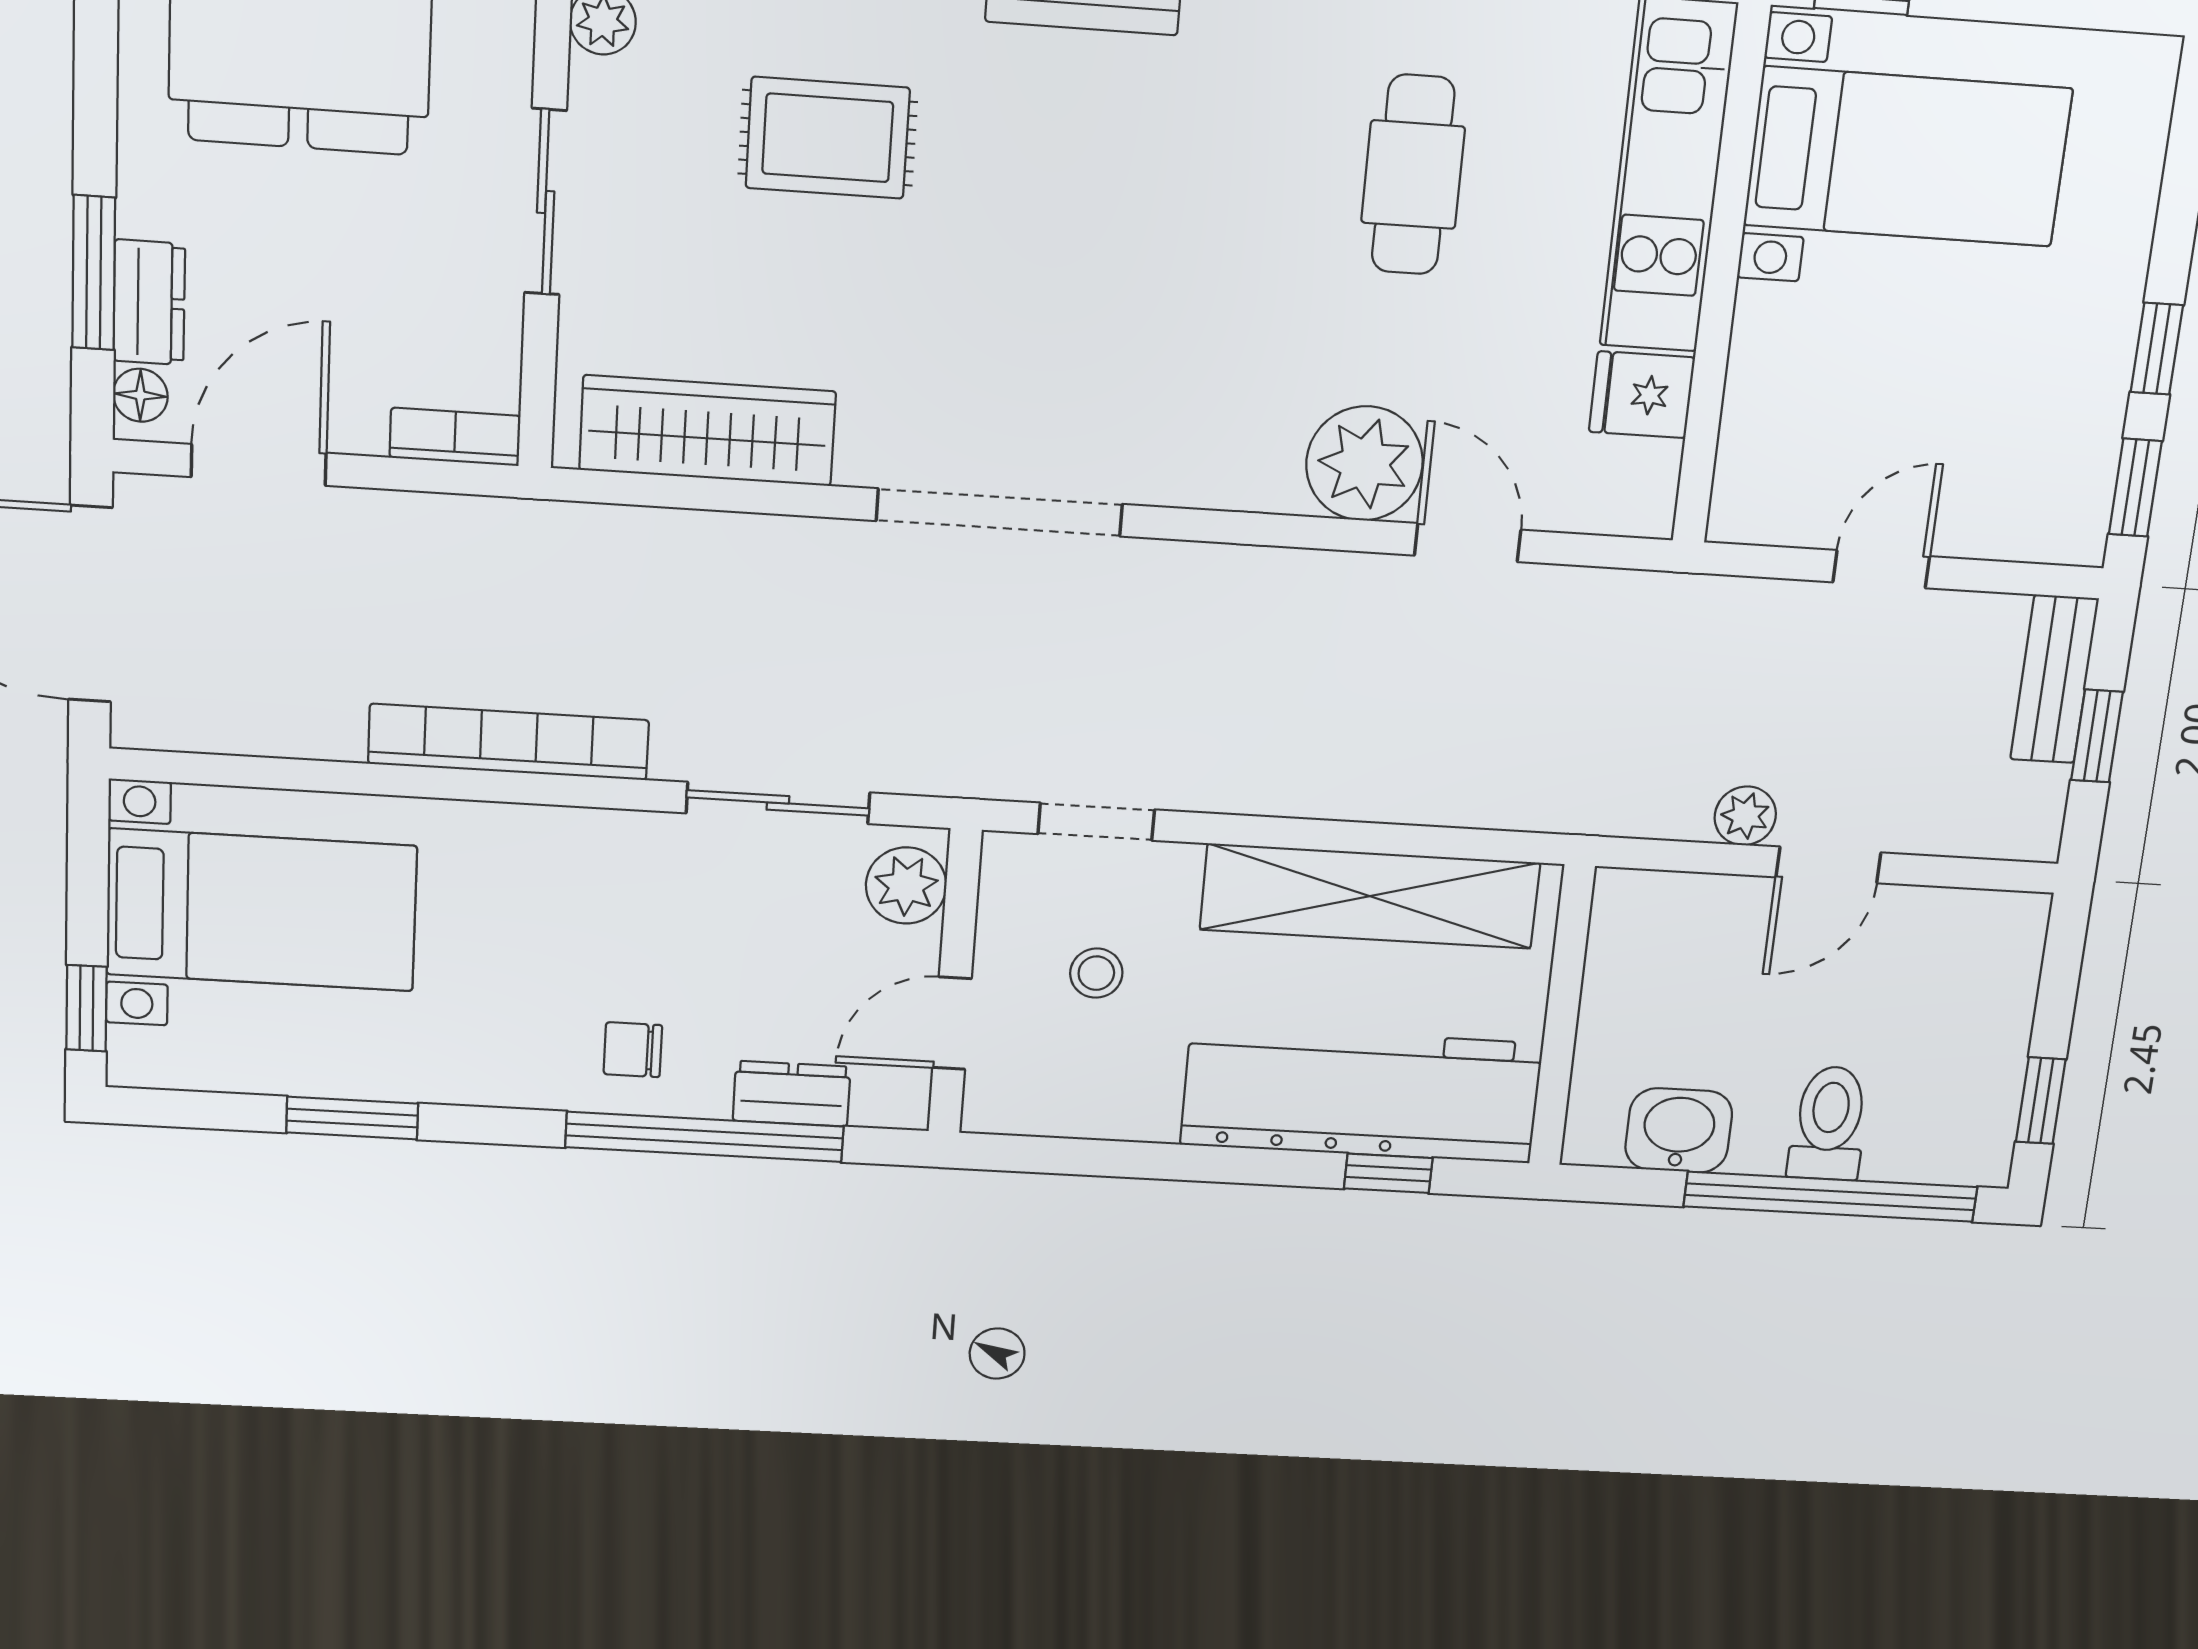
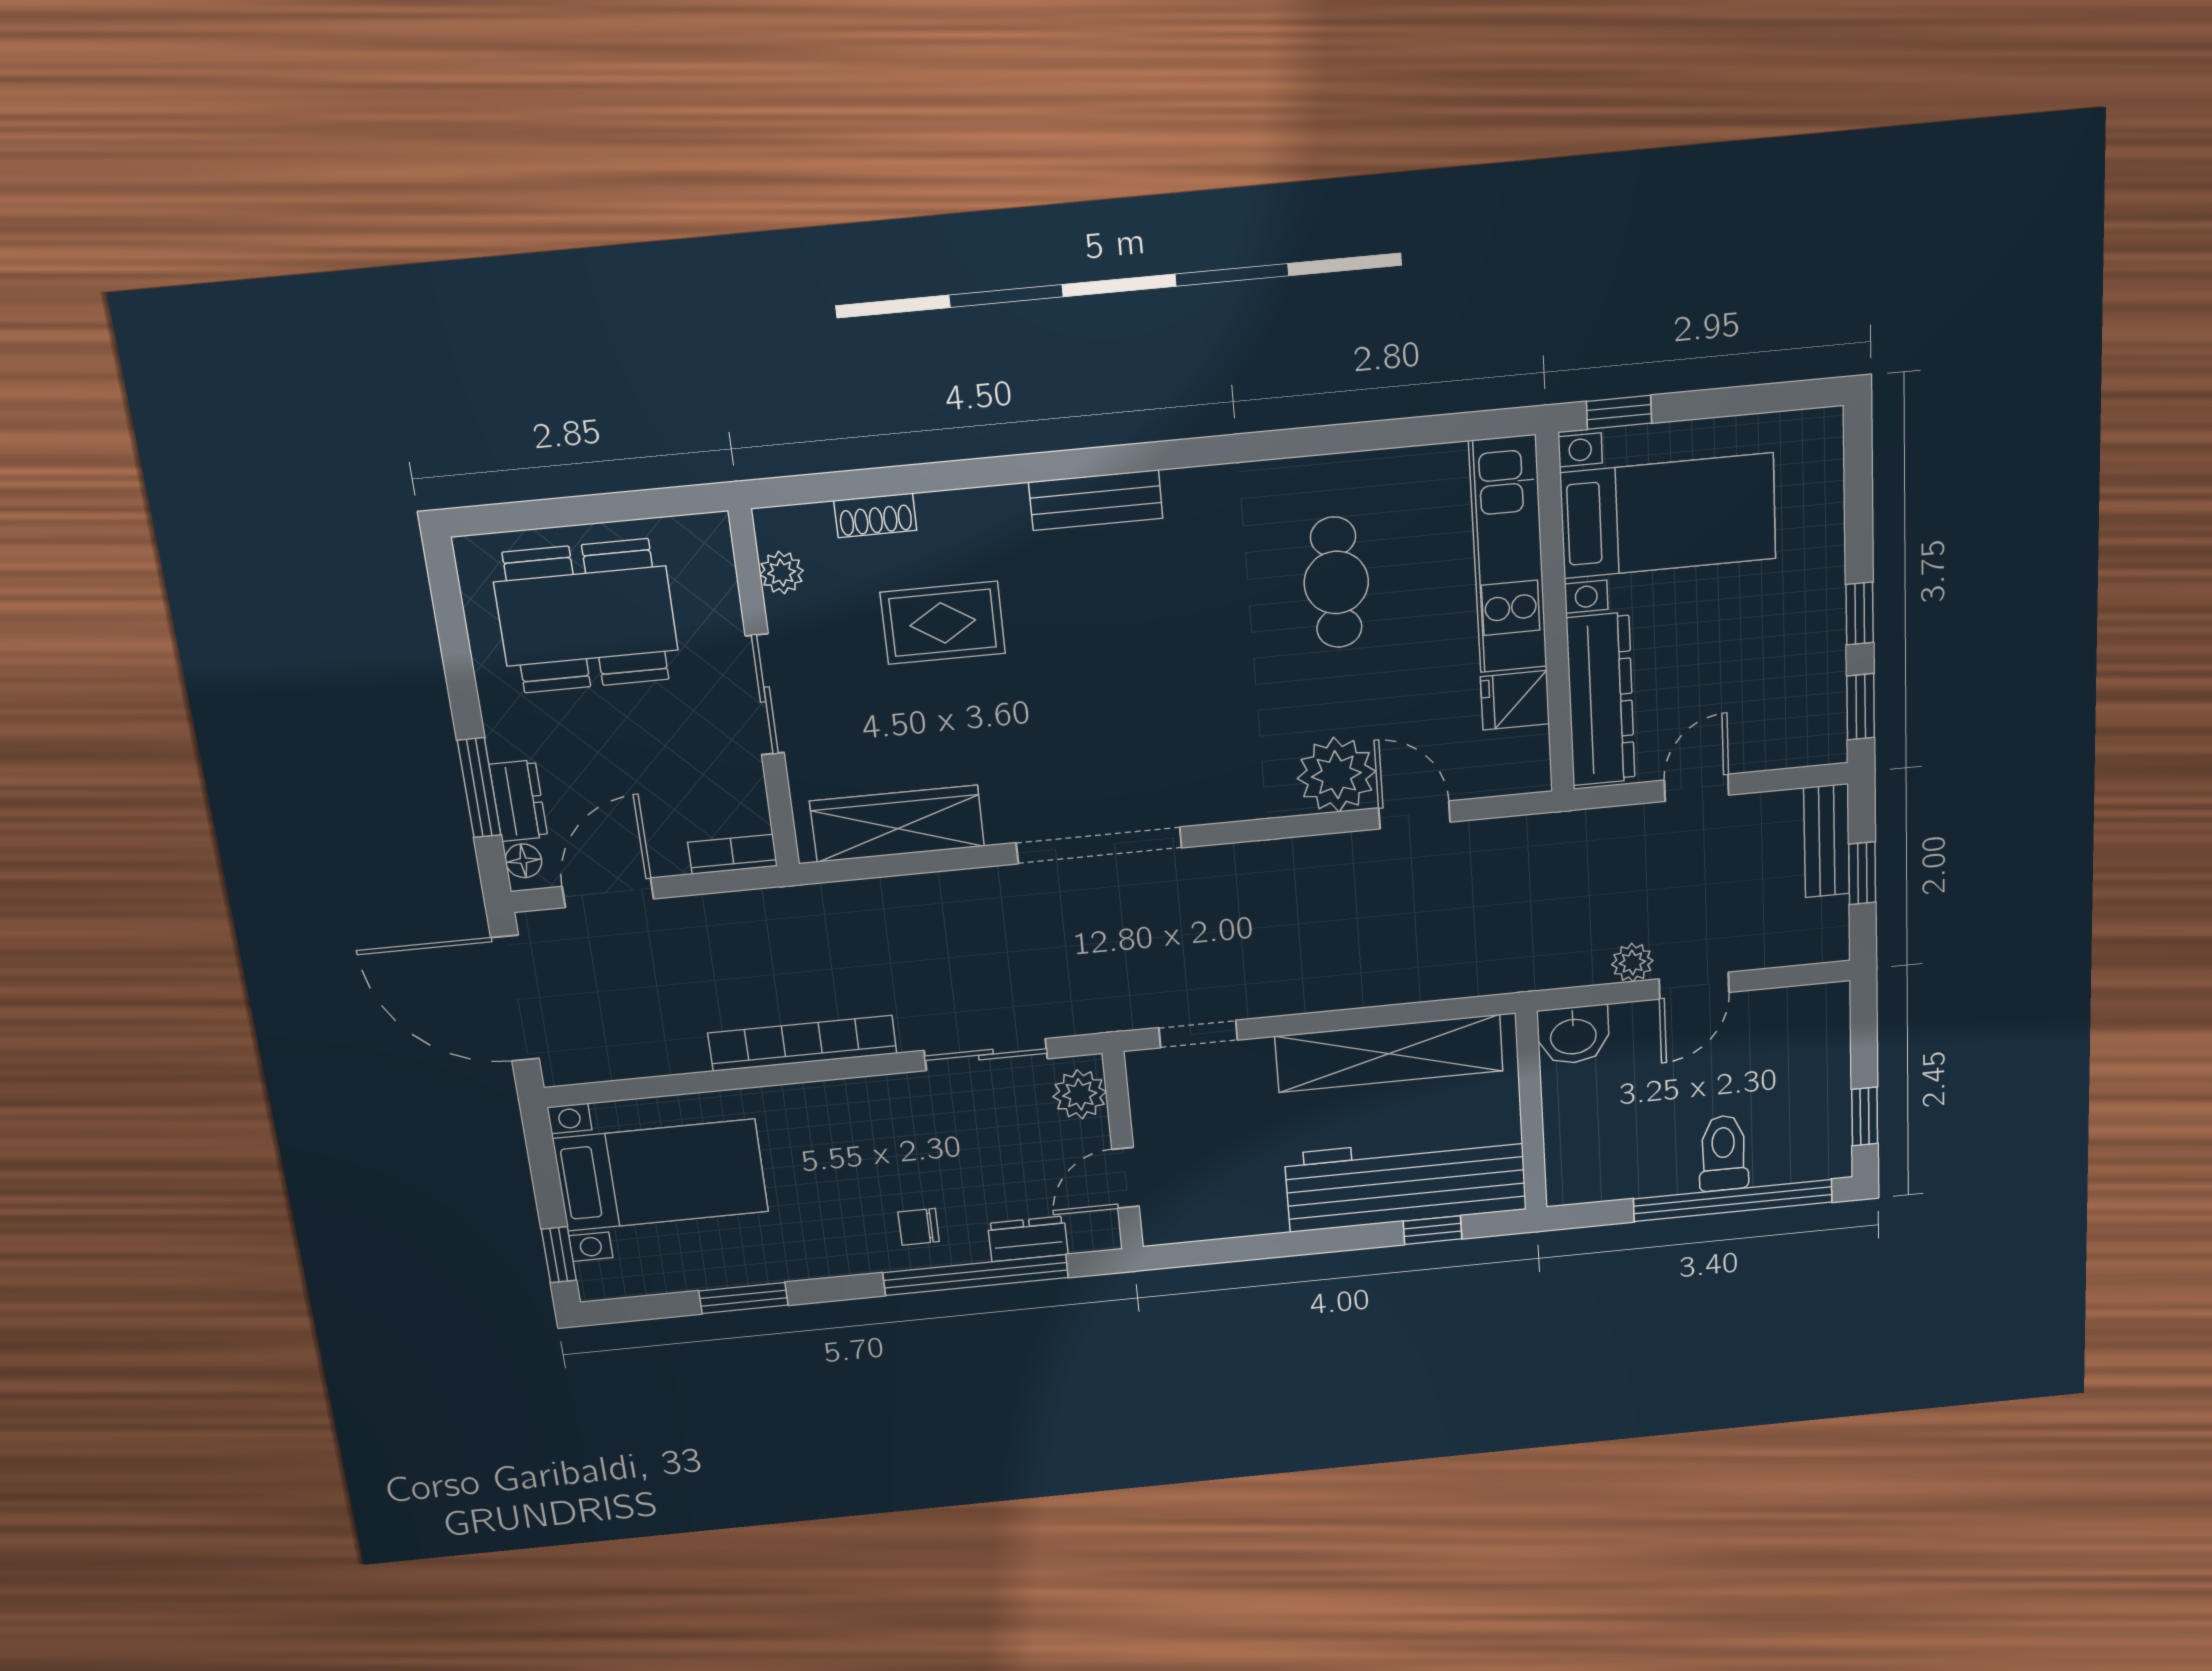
dresser: (1766, 414) -> (1601, 699), added
stool: (1096, 973) -> (1215, 1131), removed
washbasin: (1679, 1130) -> (1573, 1035), moved, turned 180

